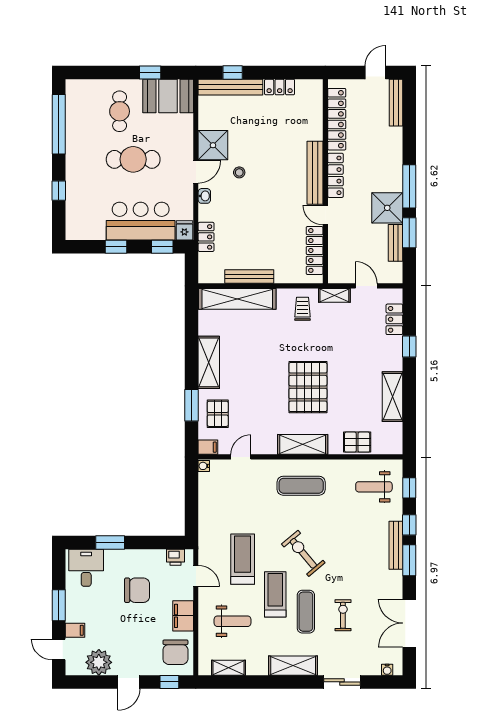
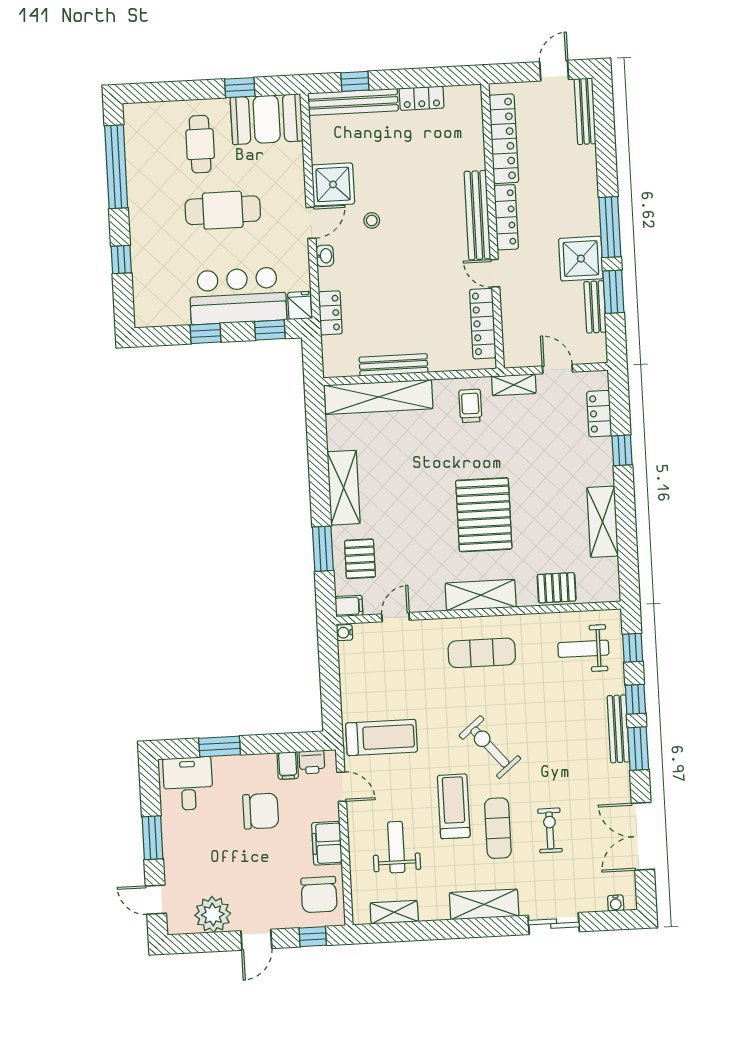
treadmill: (243, 559) -> (382, 737), moved, turned 90
weight bench: (233, 621) -> (396, 847), turned -90
filing cabinet: (75, 630) -> (288, 766), moved, turned 90

